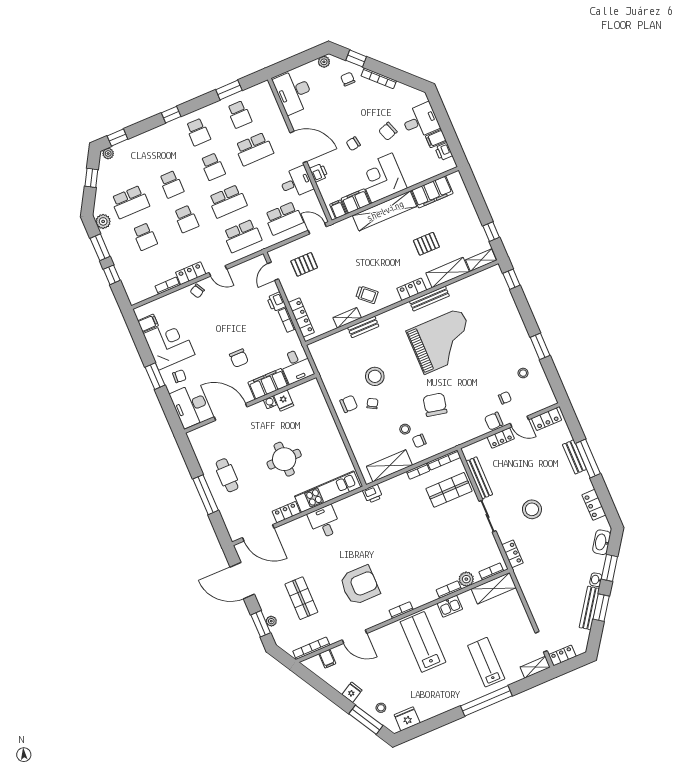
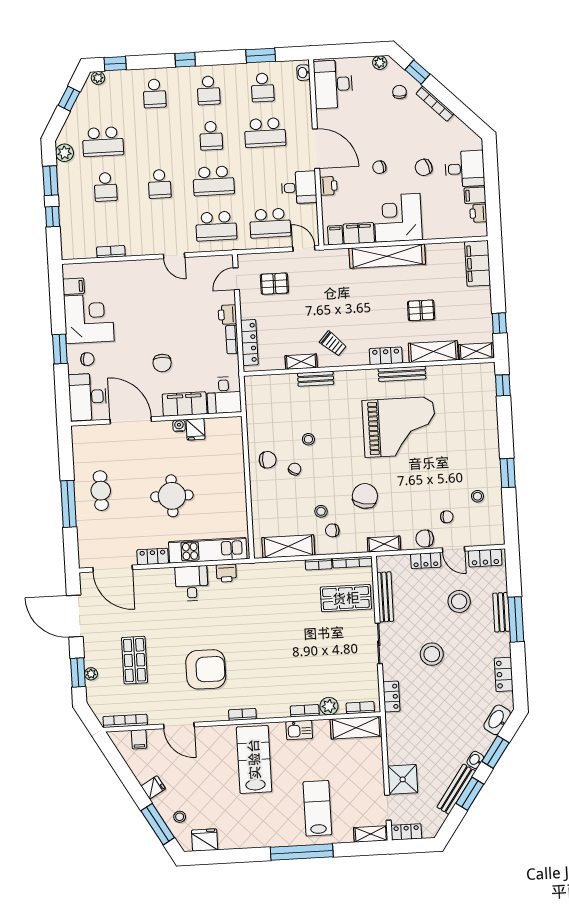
washbasin: (267, 91) -> (303, 73), added
school desk: (171, 184) -> (154, 93), moved
filing cabinet: (432, 192) -> (478, 263), moved, turned 90
locker: (191, 273) -> (142, 247), removed
chair: (197, 291) -> (142, 270), removed
stool: (375, 376) -> (308, 439), width x0.53, depth x0.53
shelving: (464, 437) -> (384, 544), added
stool: (538, 460) -> (459, 601), added
printer: (373, 494) -> (226, 573), moved
shower: (545, 616) -> (403, 779), added

